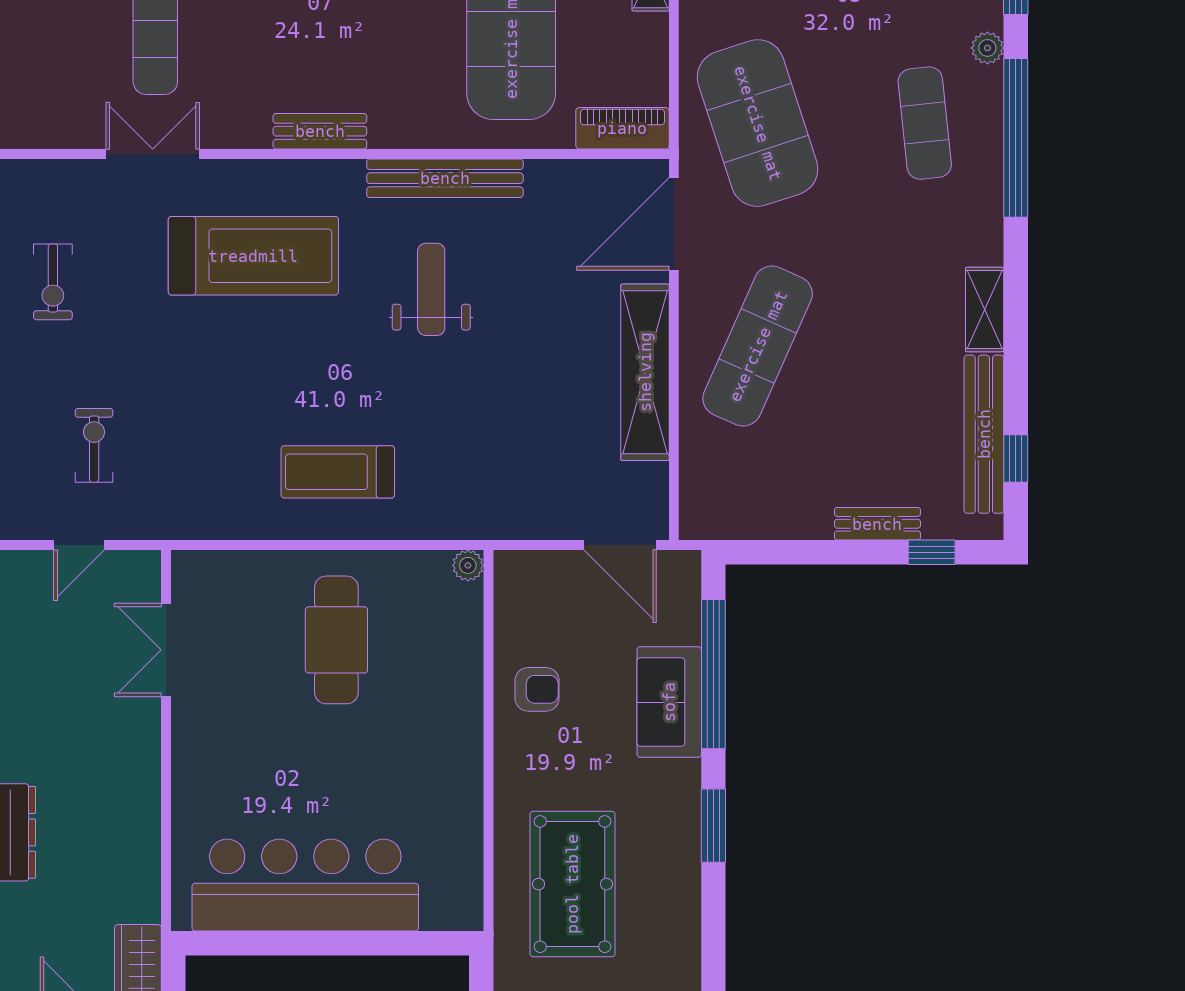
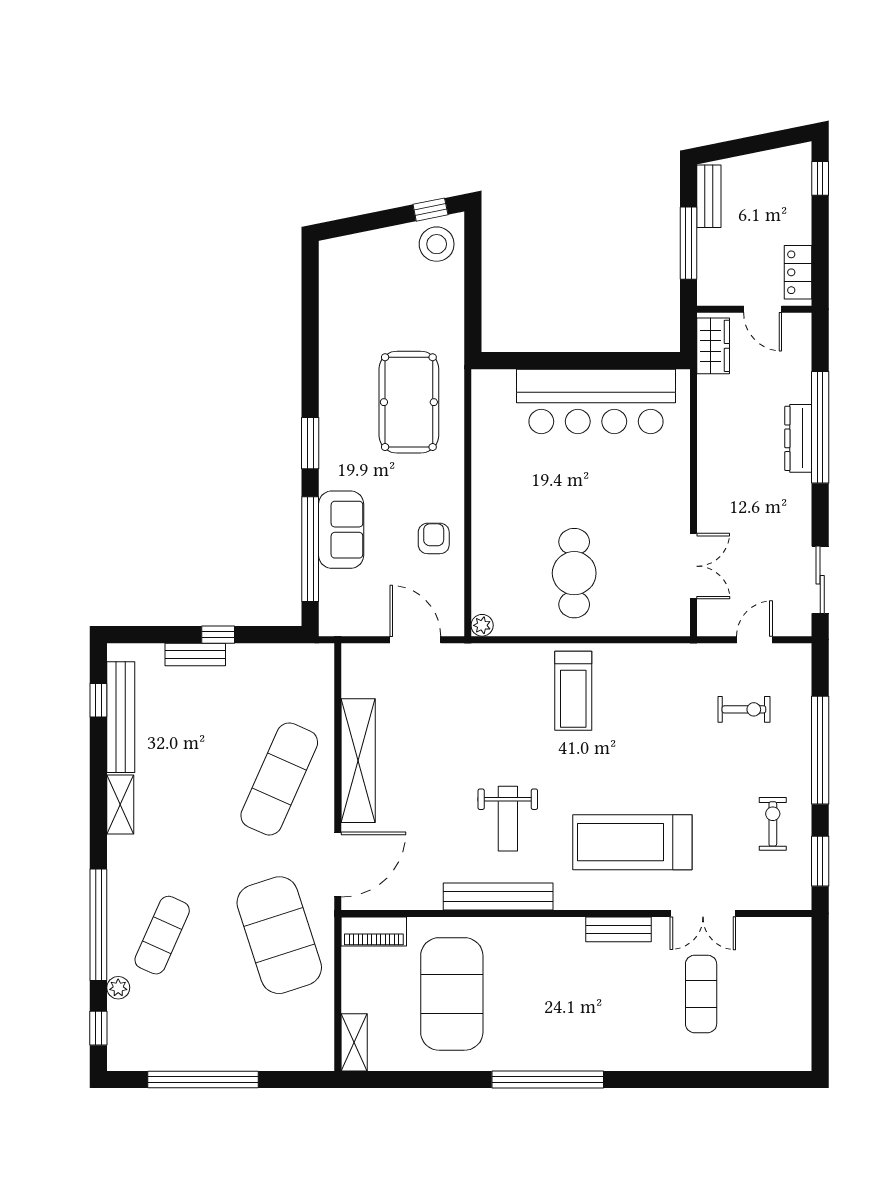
exercise mat: (925, 123) -> (162, 935), turned 30
bench: (320, 131) -> (619, 929), moved
exercise bike: (94, 445) -> (744, 709), turned -90
treadmill: (338, 472) -> (573, 691), turned 90
door: (620, 545) -> (415, 640), moved
window: (932, 552) -> (218, 635), moved
armchair: (537, 689) -> (434, 538), turned 90

